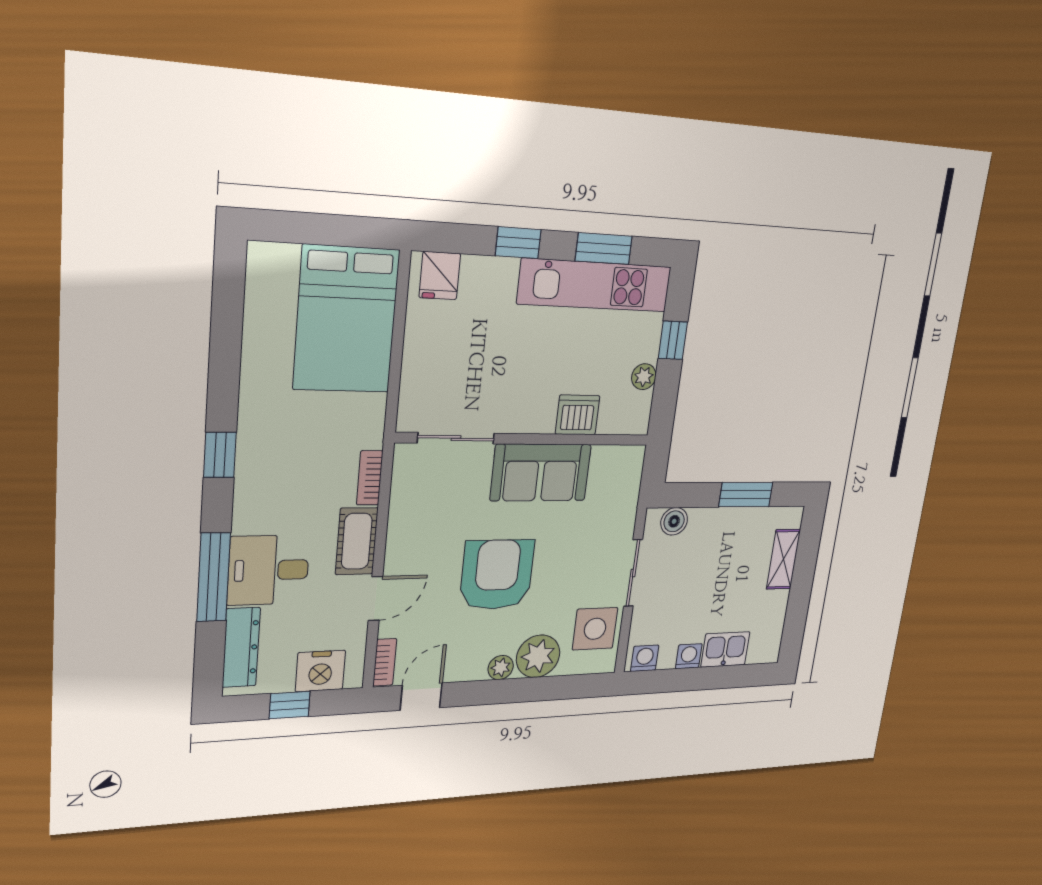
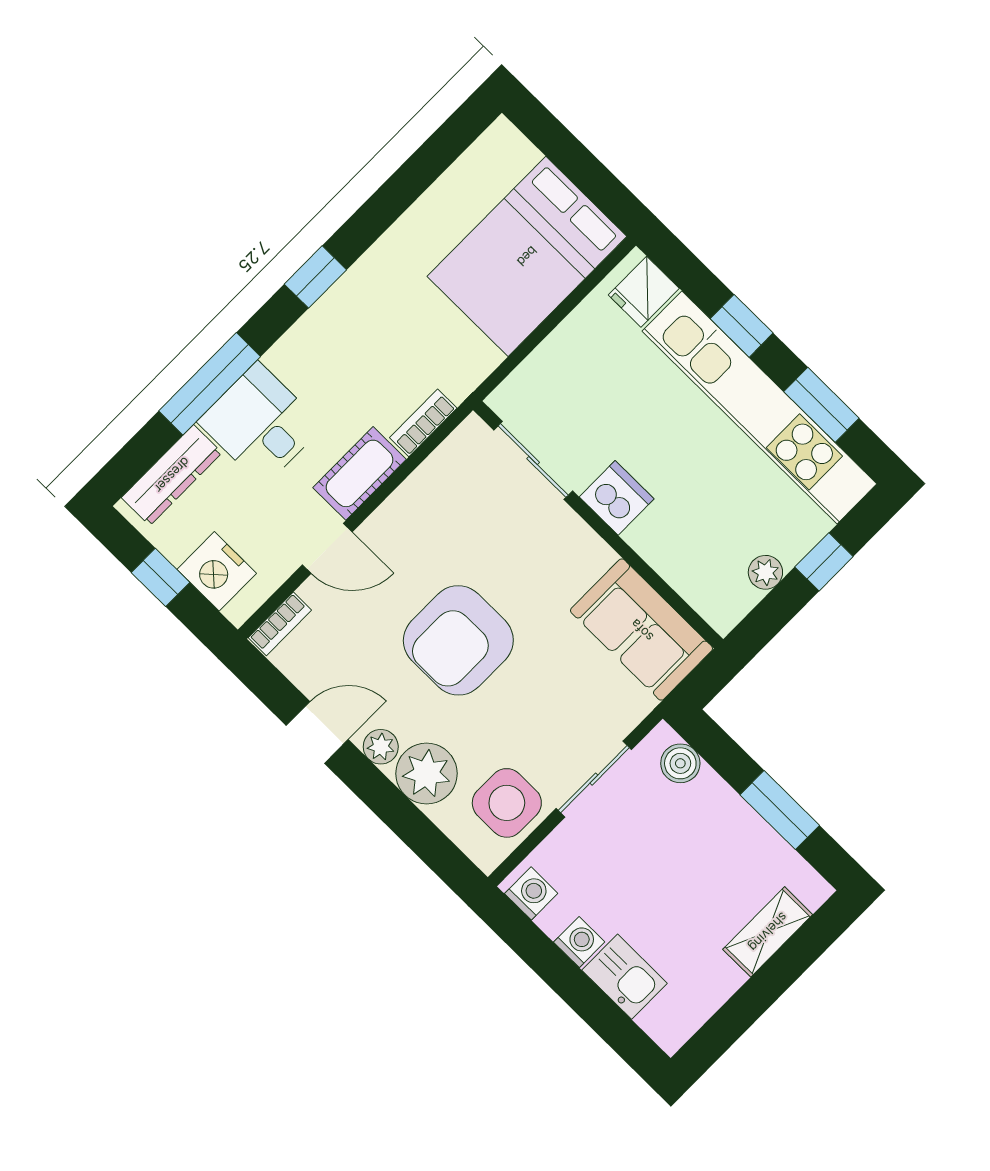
kitchen unit: (595, 285) -> (759, 407), width x1.36
dishwasher: (578, 415) -> (617, 498), moved
sofa: (541, 473) -> (642, 630), moved
armchair: (497, 575) -> (458, 640), turned 180
door: (421, 697) -> (317, 732), moved

